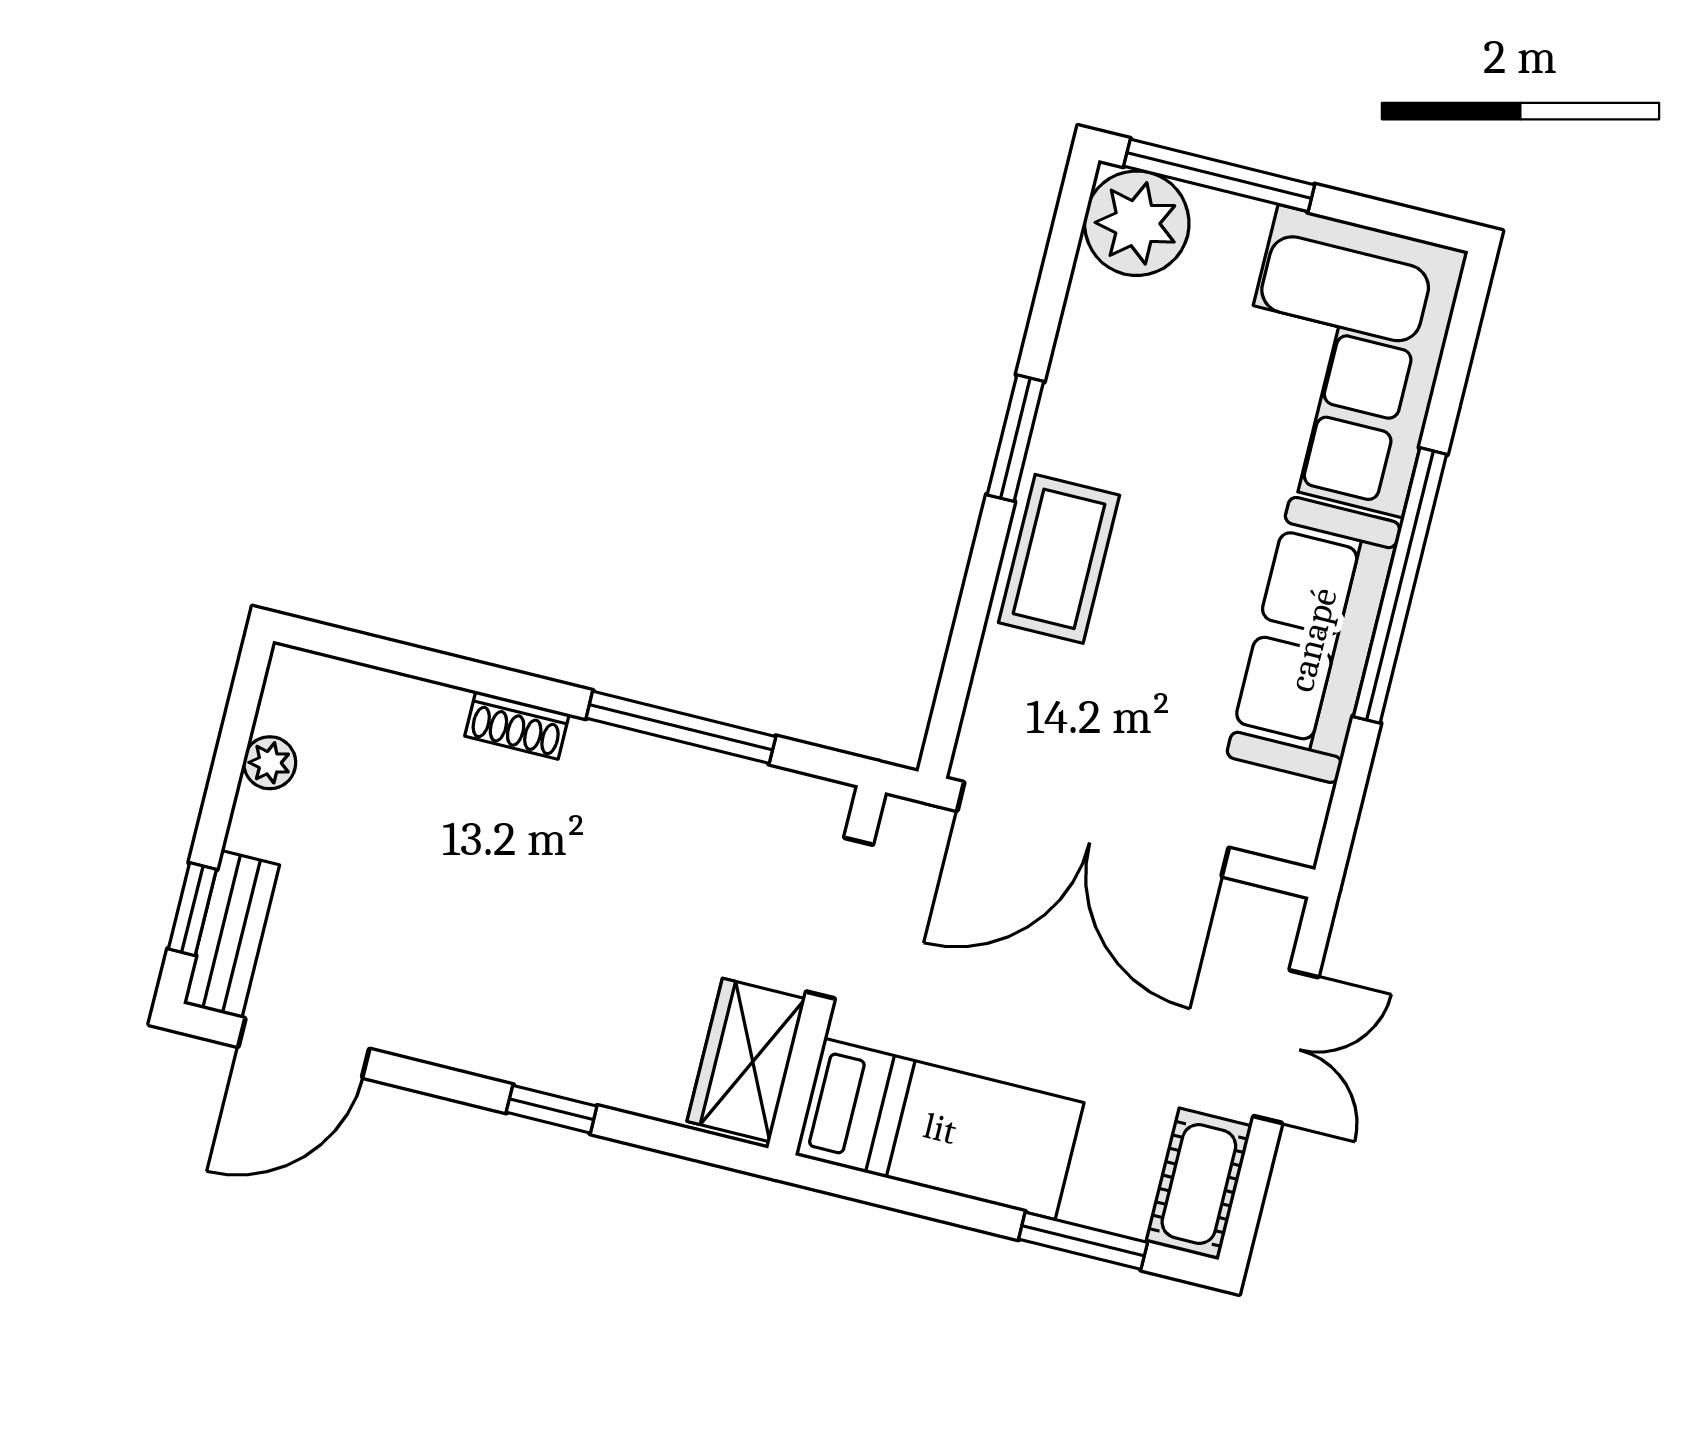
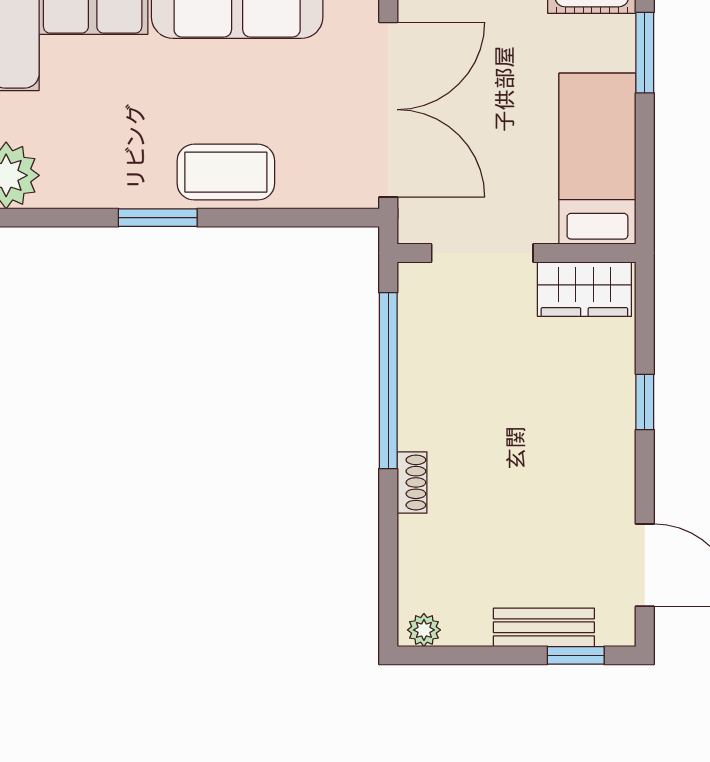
window: (681, 727) -> (388, 381), width x1.46
plant: (270, 763) -> (424, 630), moved
bench: (231, 934) -> (544, 627), moved

